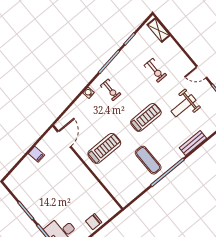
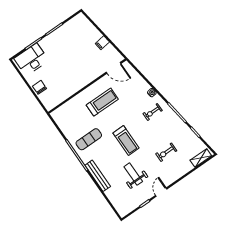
bench: (193, 143) -> (98, 176), width x1.36
treadmill: (104, 148) -> (102, 102), turned -90

